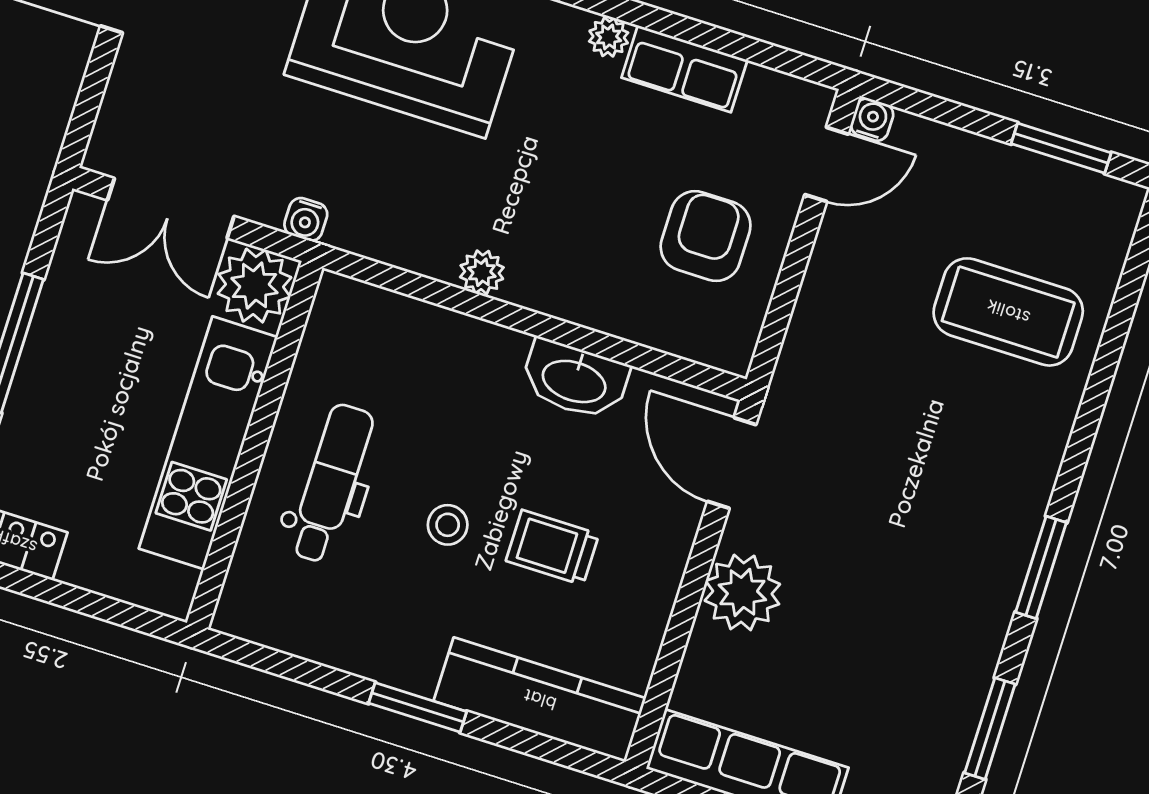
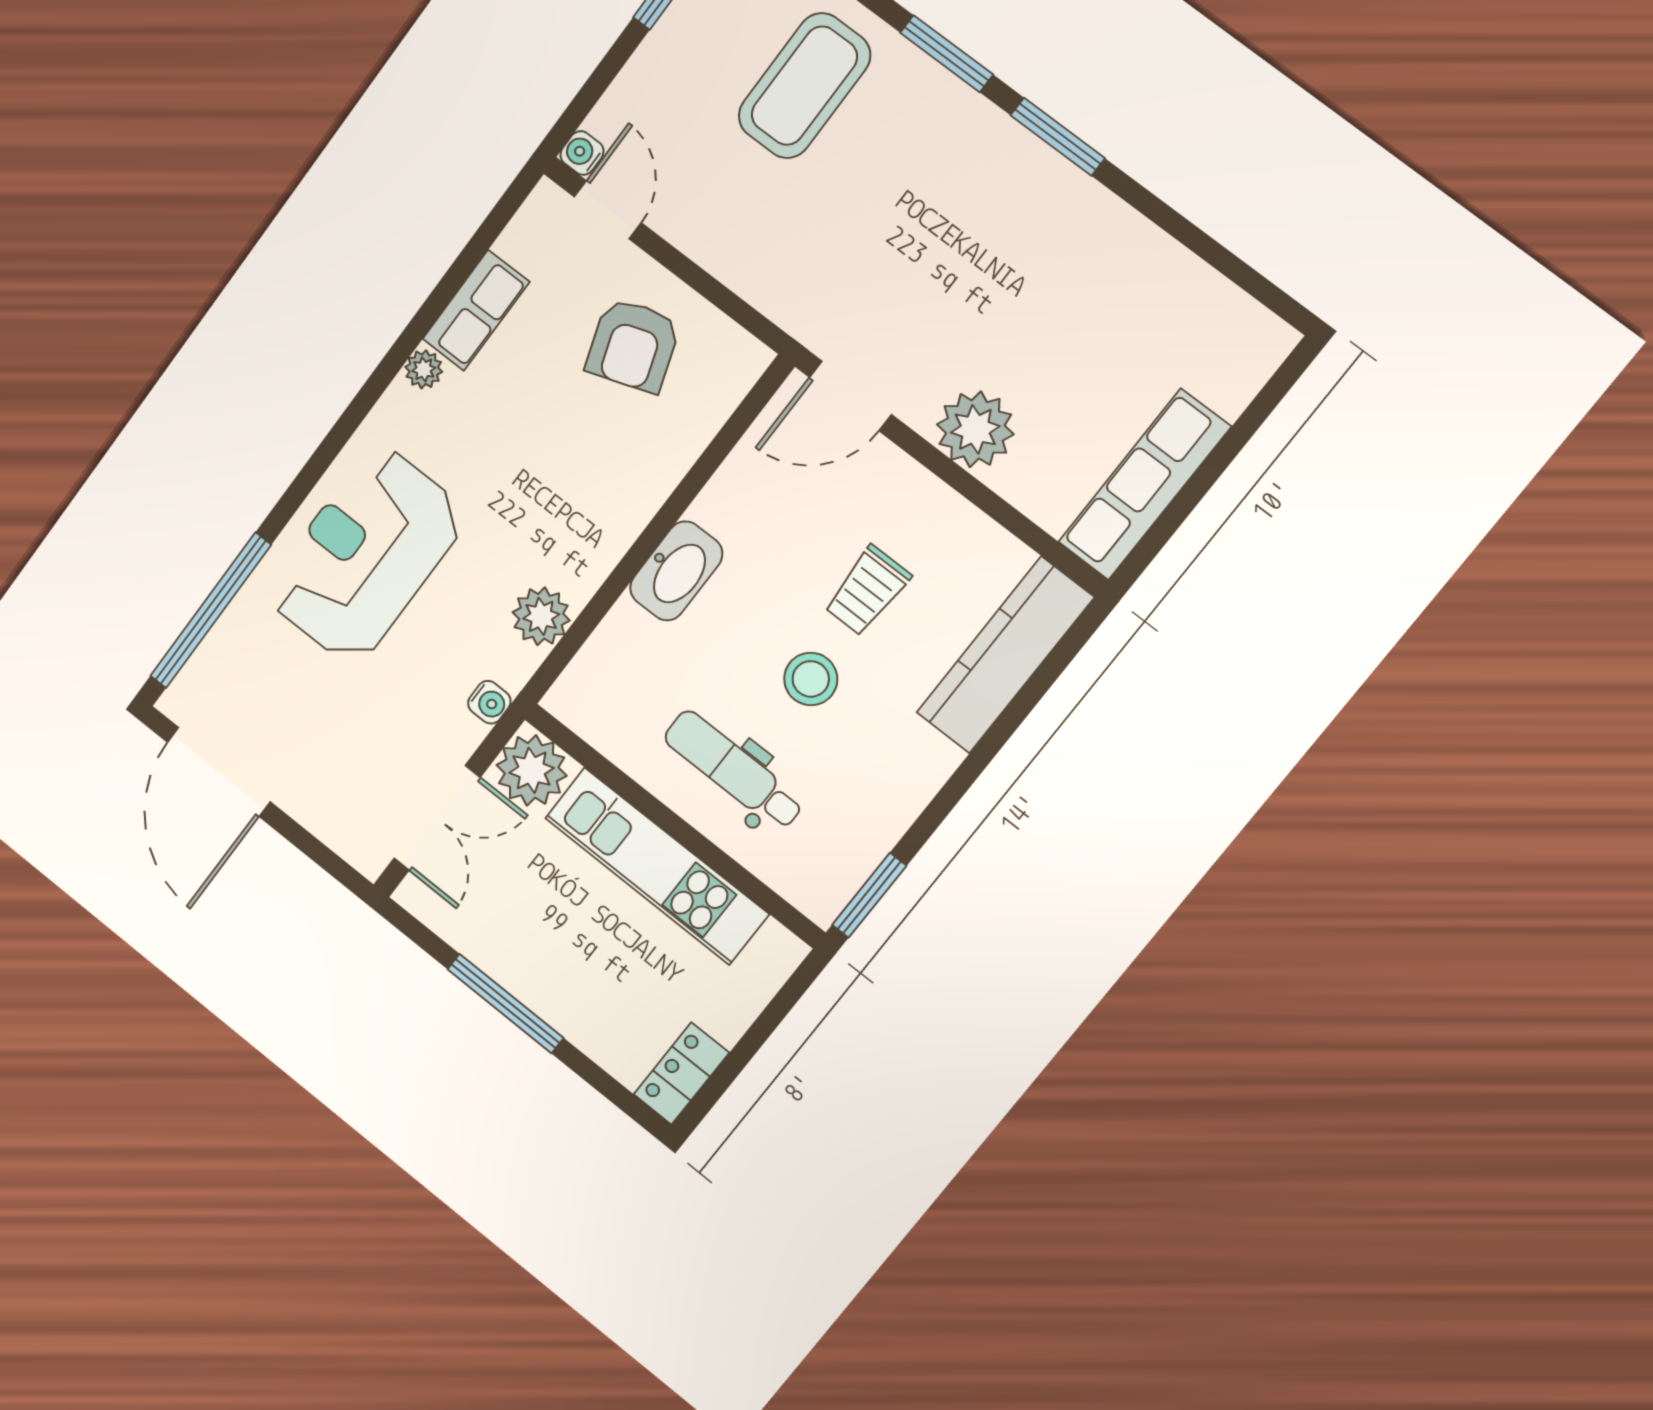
armchair: (706, 236) -> (633, 345), turned -109
plant: (482, 272) -> (541, 616), moved, width x1.38, depth x1.38
washbasin: (575, 380) -> (676, 571), moved
stool: (448, 525) -> (811, 679), width x1.37, depth x1.37
window: (418, 707) -> (869, 895), moved
window: (990, 729) -> (947, 54), moved

